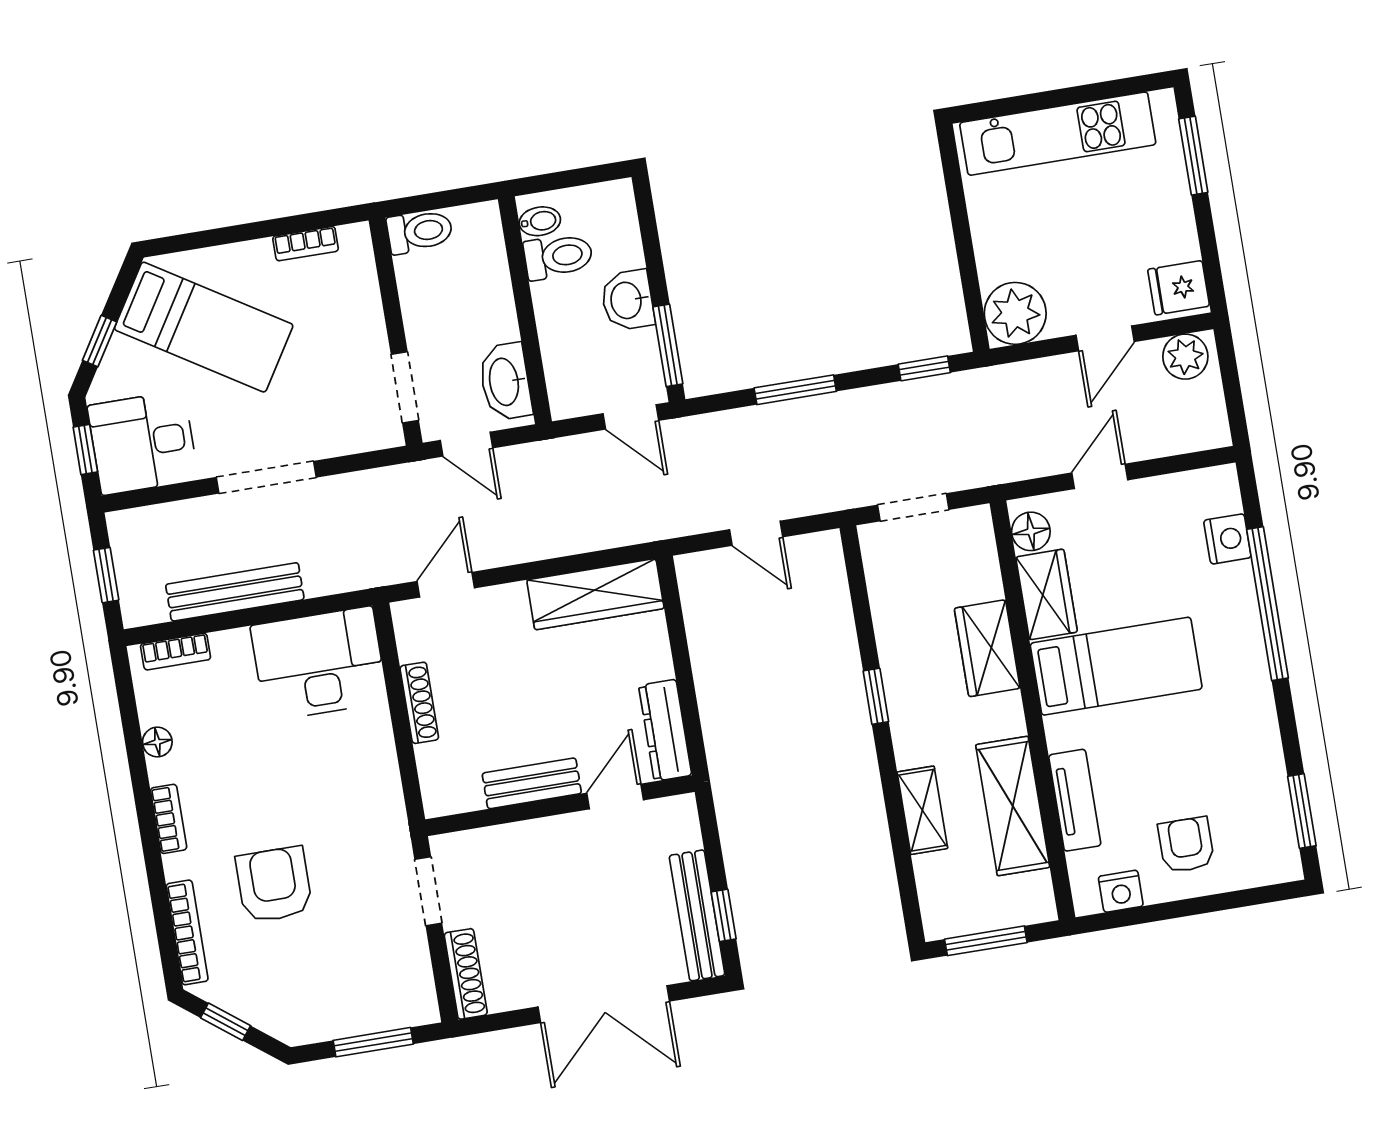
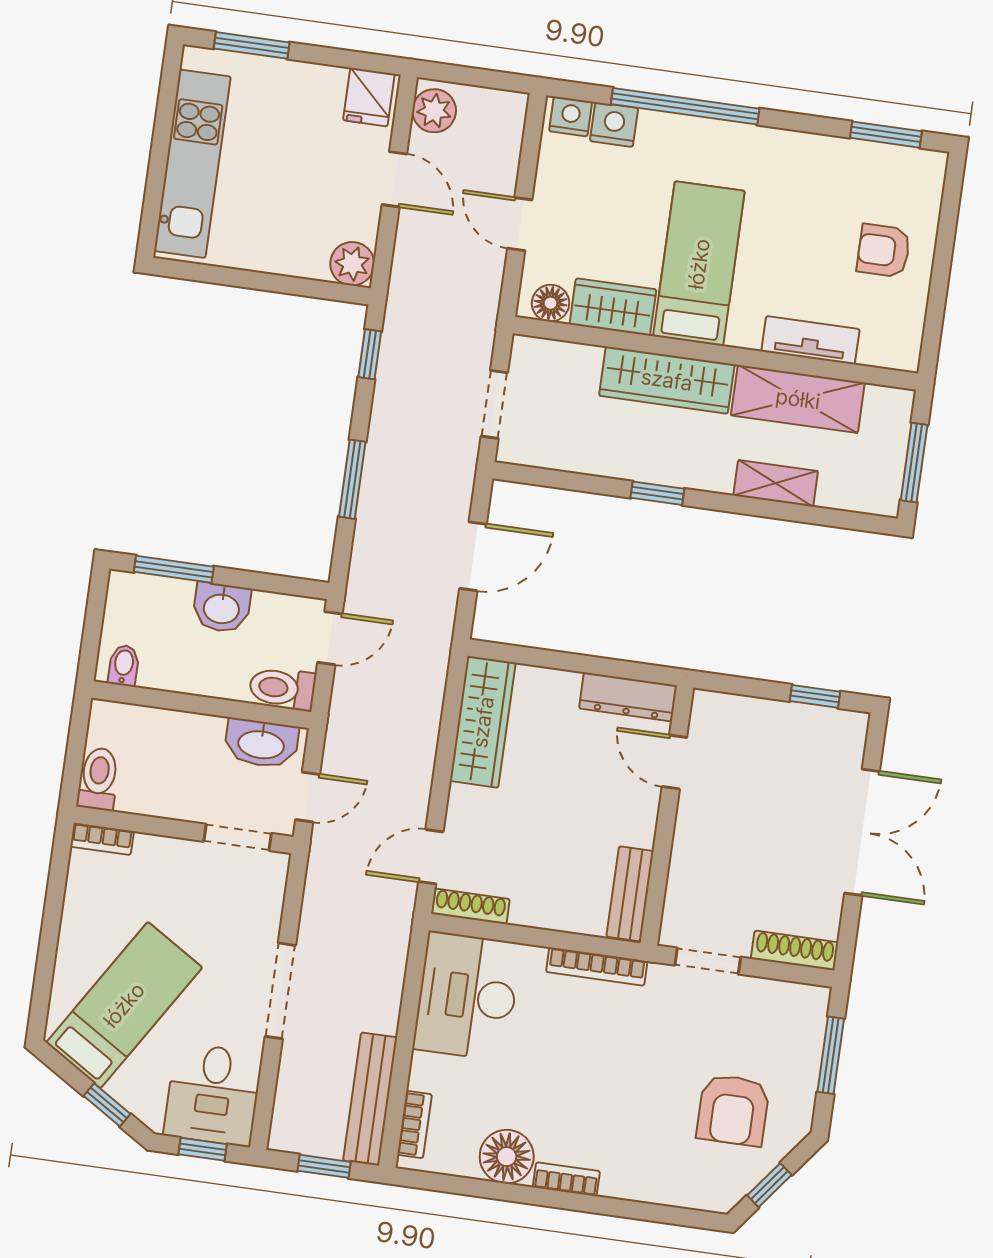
bookcase: (306, 244) -> (102, 839), moved, turned 90
toilet: (558, 256) -> (282, 688), moved, turned -90
plant: (1015, 313) -> (352, 264), width x0.73, depth x0.73
window: (668, 345) -> (174, 569), moved
door: (756, 533) -> (473, 556), width x1.38
door: (446, 585) -> (431, 857), hinge flipped
bench: (235, 592) -> (370, 1099), moved
wardrobe: (987, 648) -> (667, 380), width x1.50
shoe rack: (419, 703) -> (470, 906), moved
floor lamp: (157, 742) -> (507, 1157), width x1.89, depth x1.89
bench: (532, 783) -> (630, 894), moved
armchair: (274, 885) -> (733, 1110), moved, turned -90
nightstand: (1121, 891) -> (571, 116), moved, turned -90
bench: (697, 915) -> (807, 721), removed
bookcase: (187, 932) -> (597, 966), moved, turned 180

